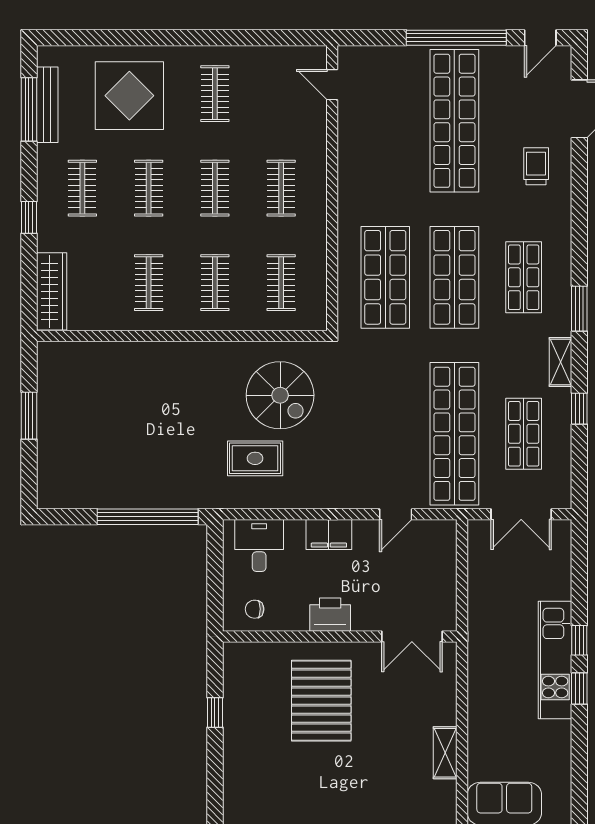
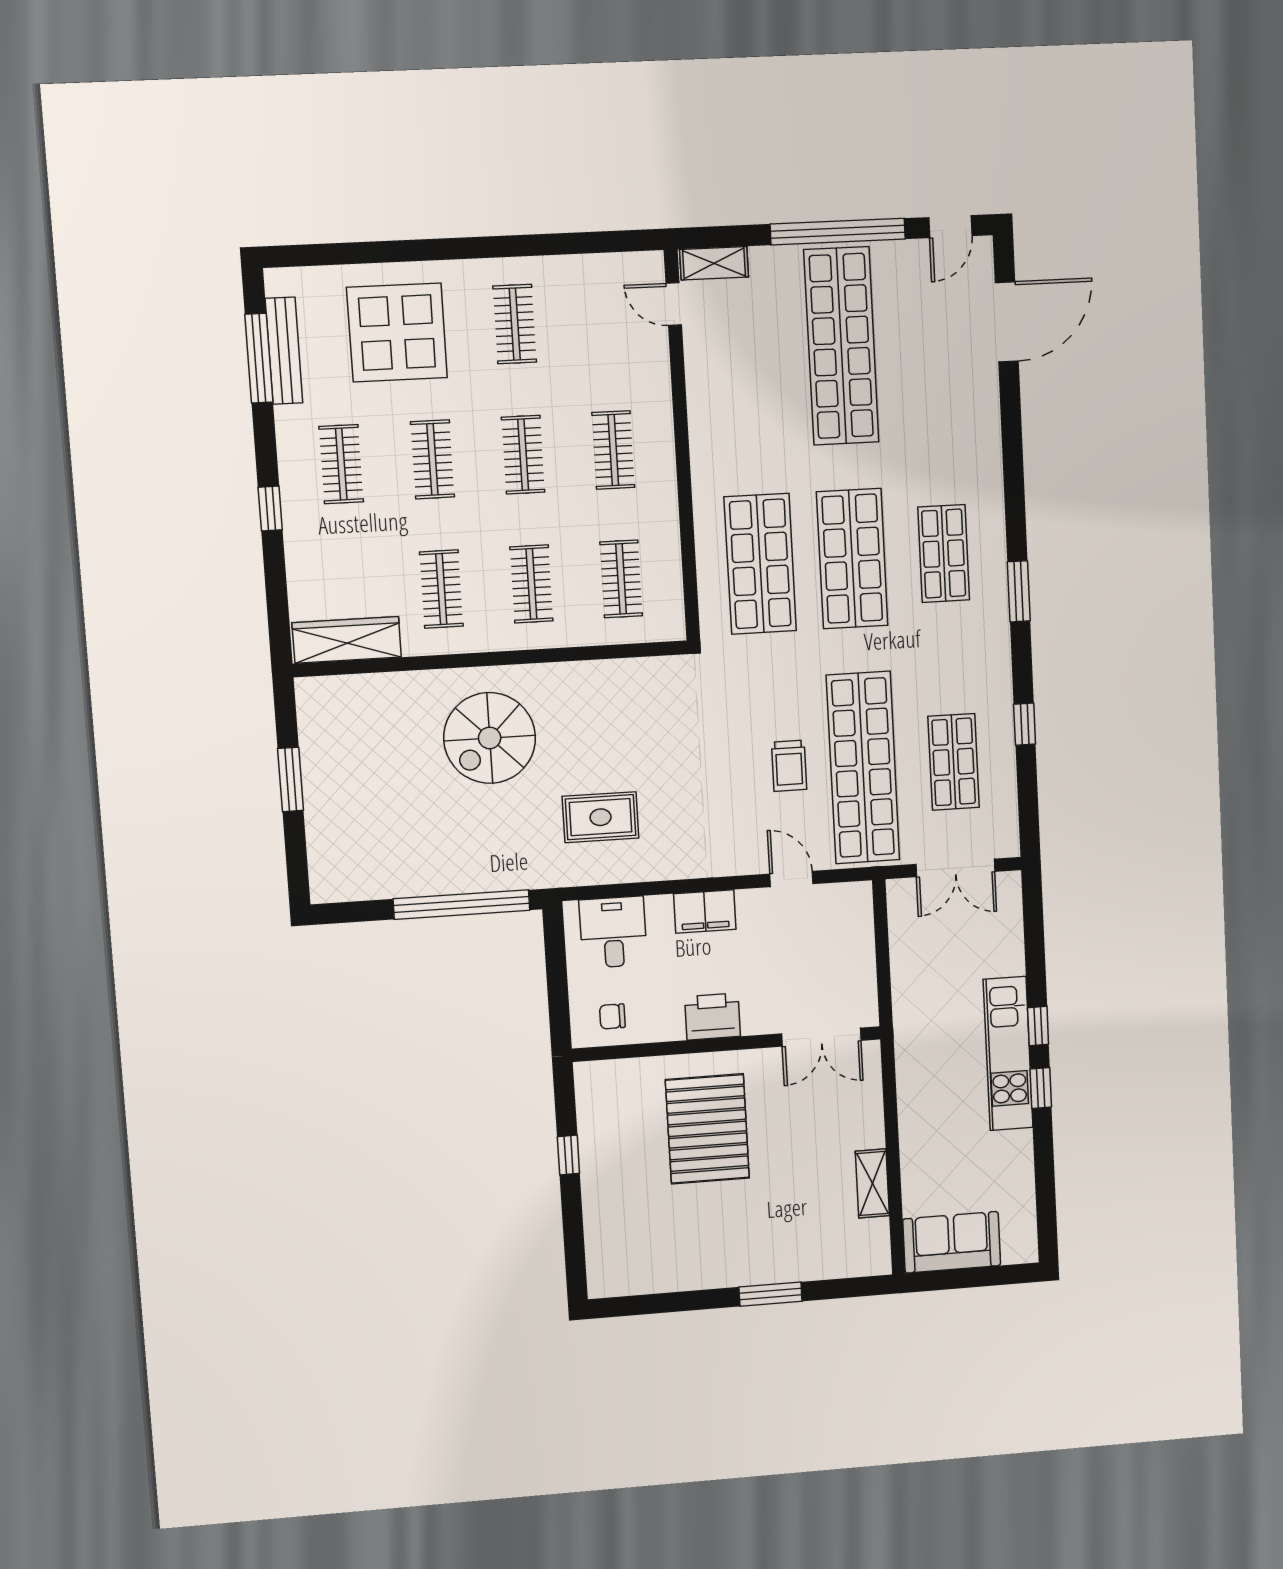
trolley: (536, 166) -> (789, 766), moved, turned 180
wardrobe: (52, 291) -> (347, 640), moved, turned -90
shelving: (561, 362) -> (714, 263), moved, turned 90
spiral stairs: (280, 395) -> (490, 738), moved, turned 90
door: (396, 514) -> (791, 879), swing flipped

